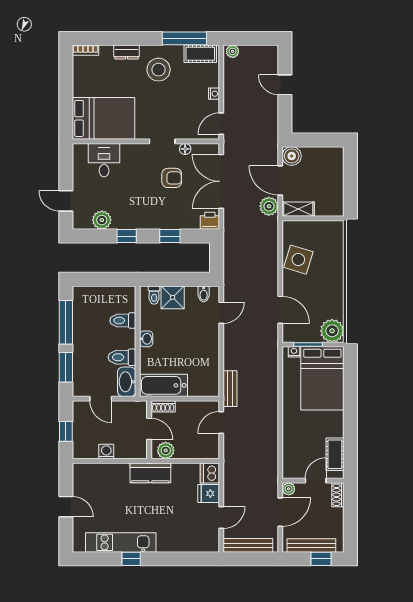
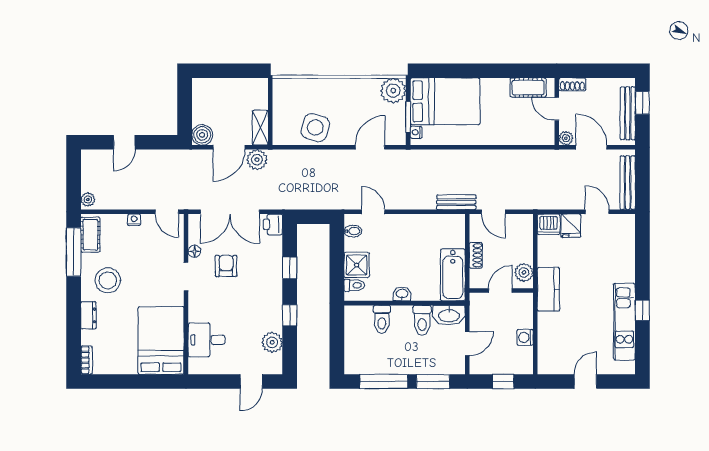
shoe rack: (163, 406) -> (476, 255), moved

